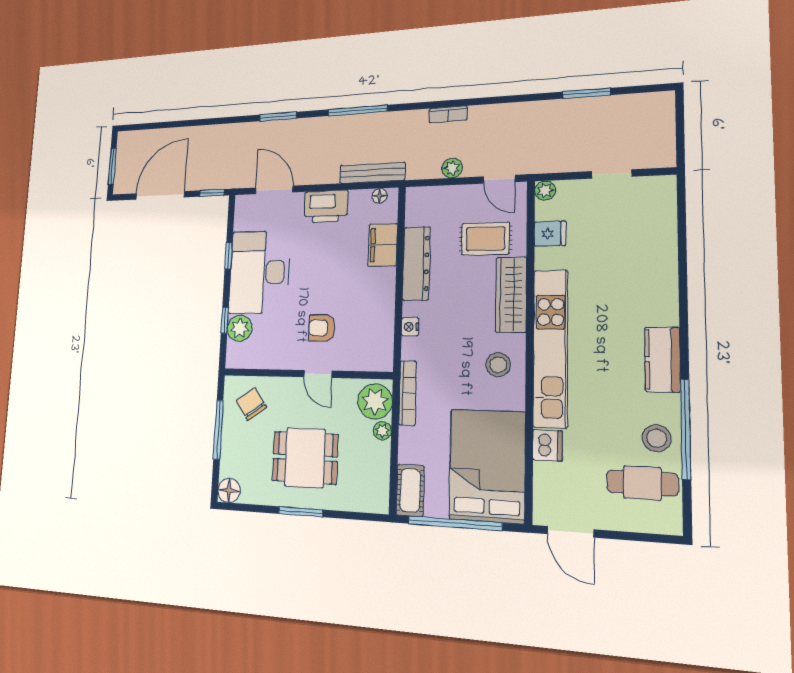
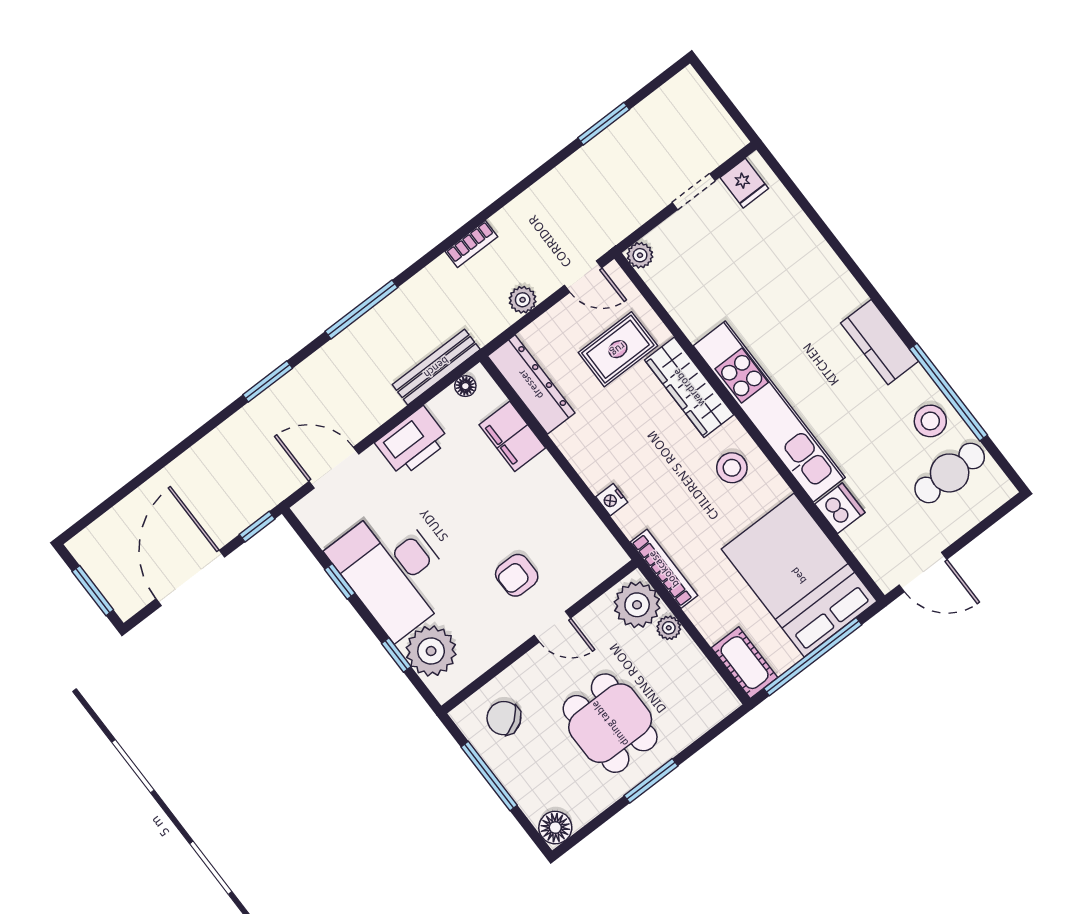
fridge: (550, 234) -> (744, 183), moved, turned 90
dresser: (416, 263) -> (531, 384), moved
plant: (240, 328) -> (431, 651), width x1.36, depth x1.36
dining table: (305, 458) -> (610, 723), turned 90

